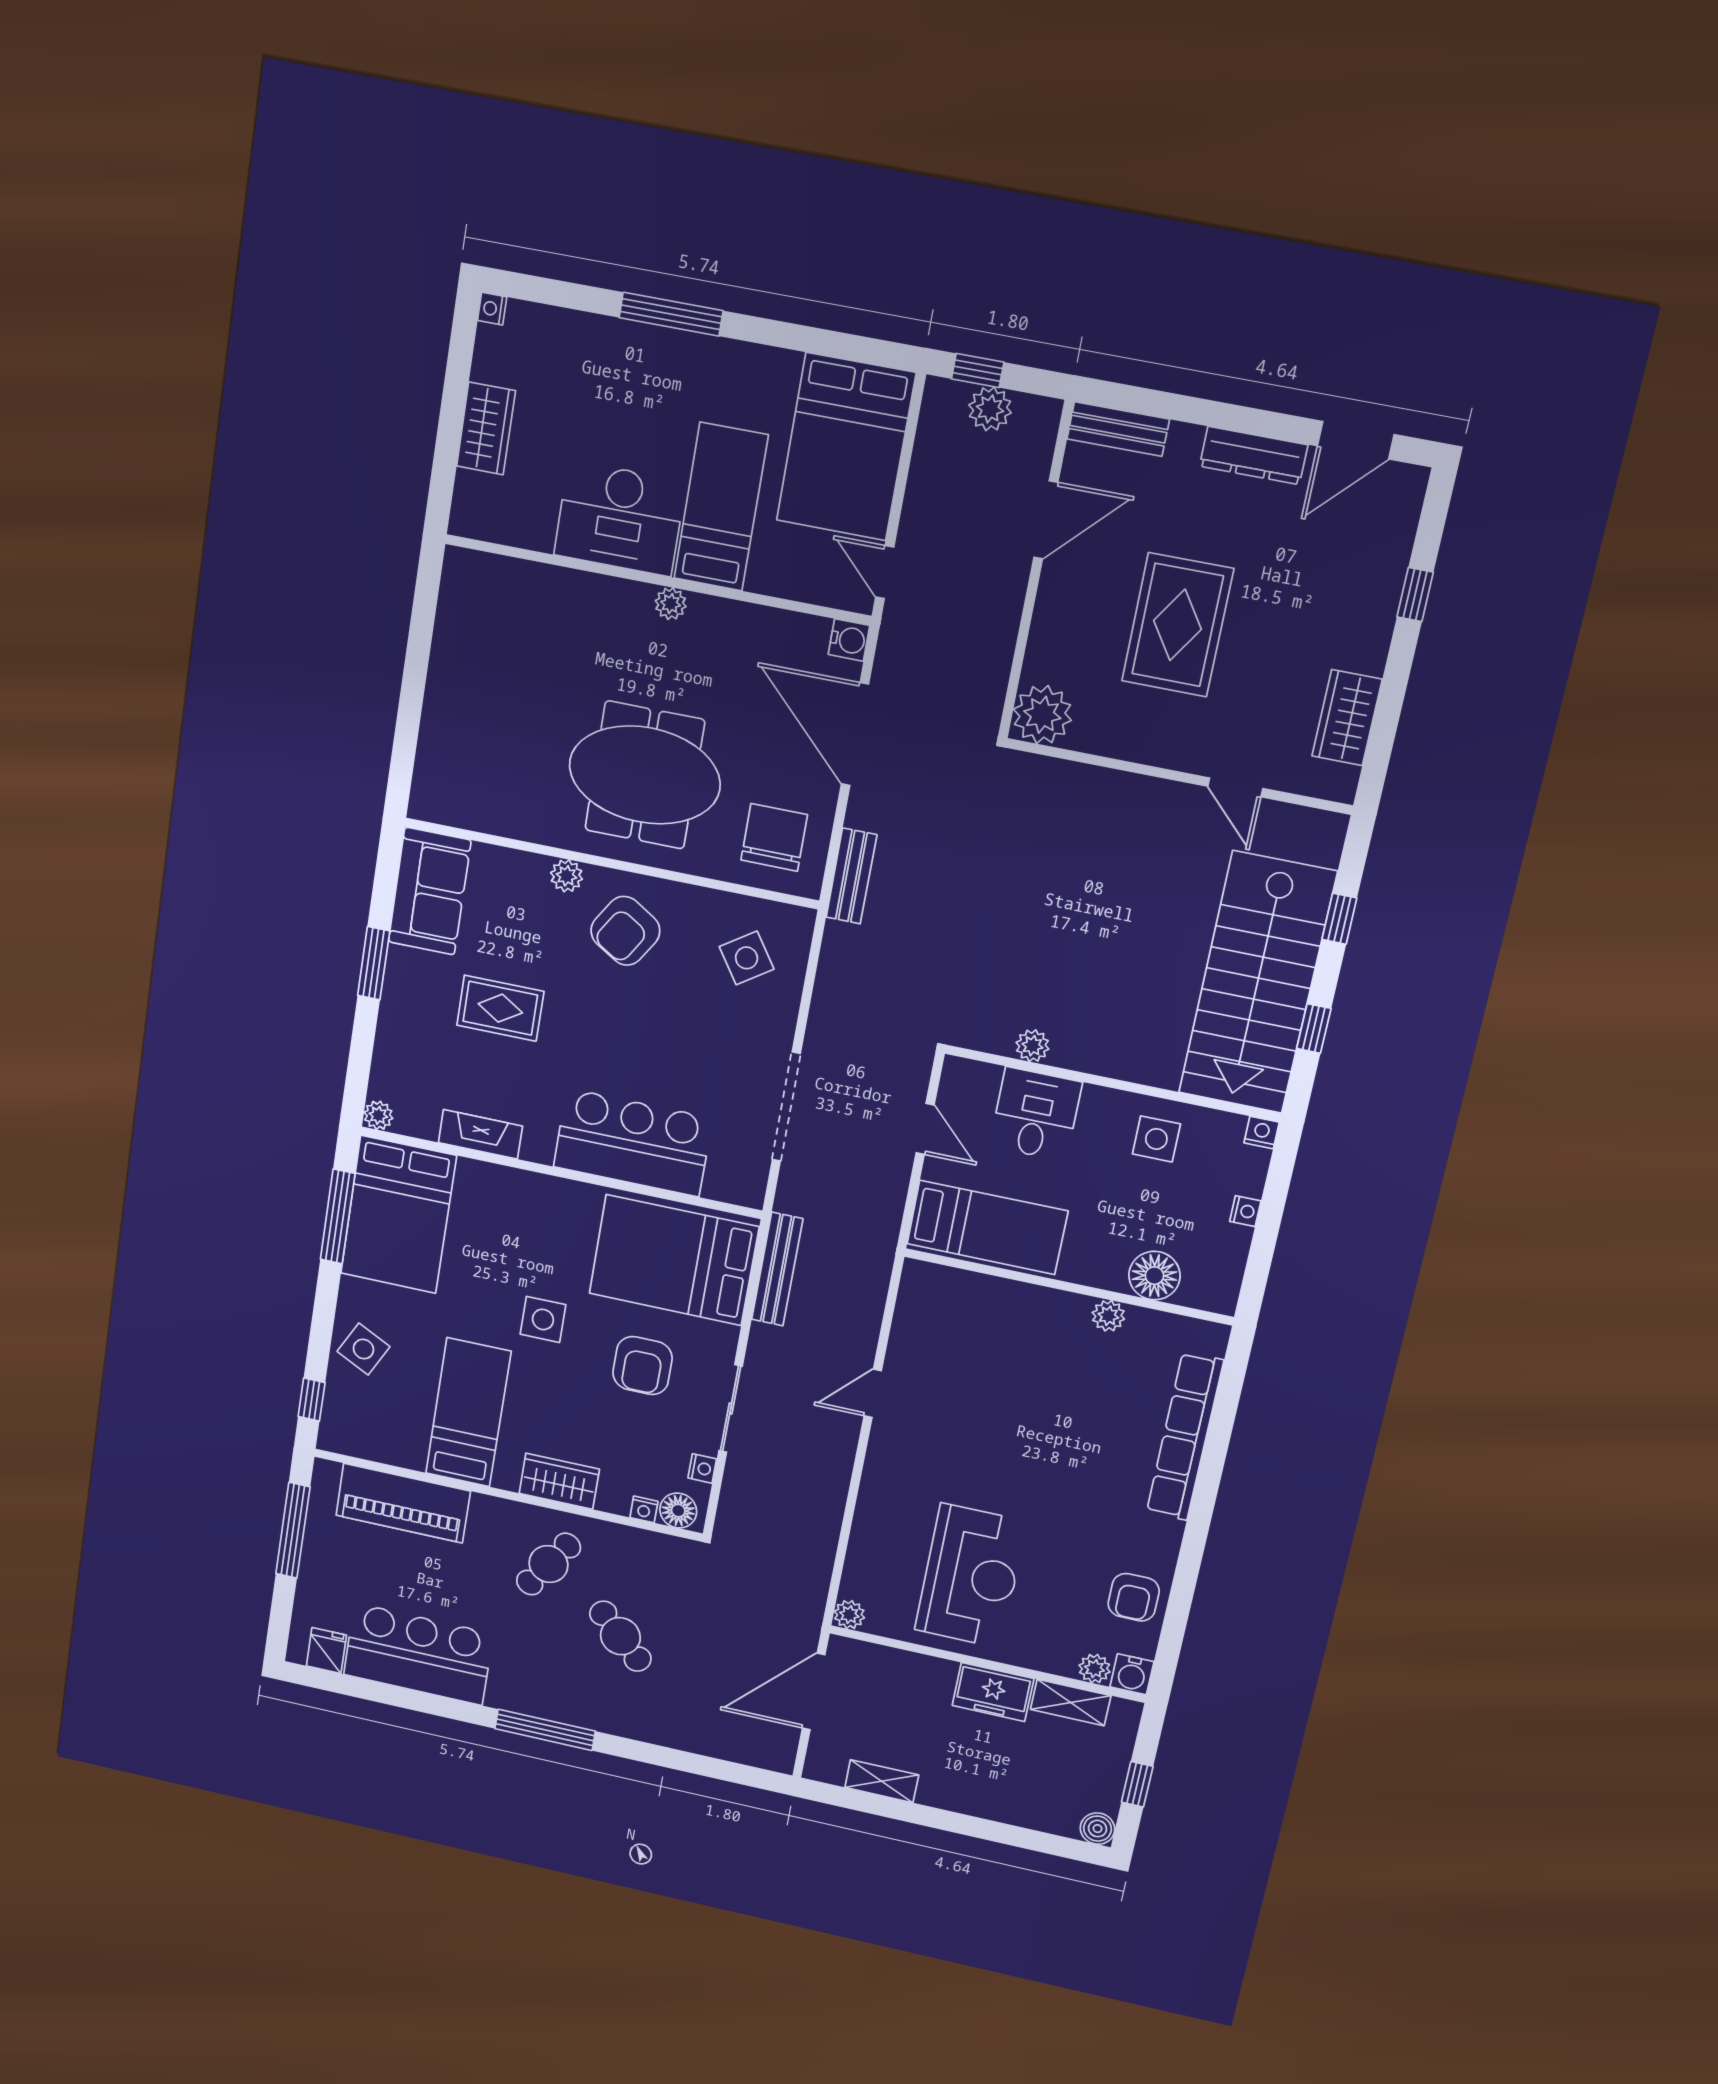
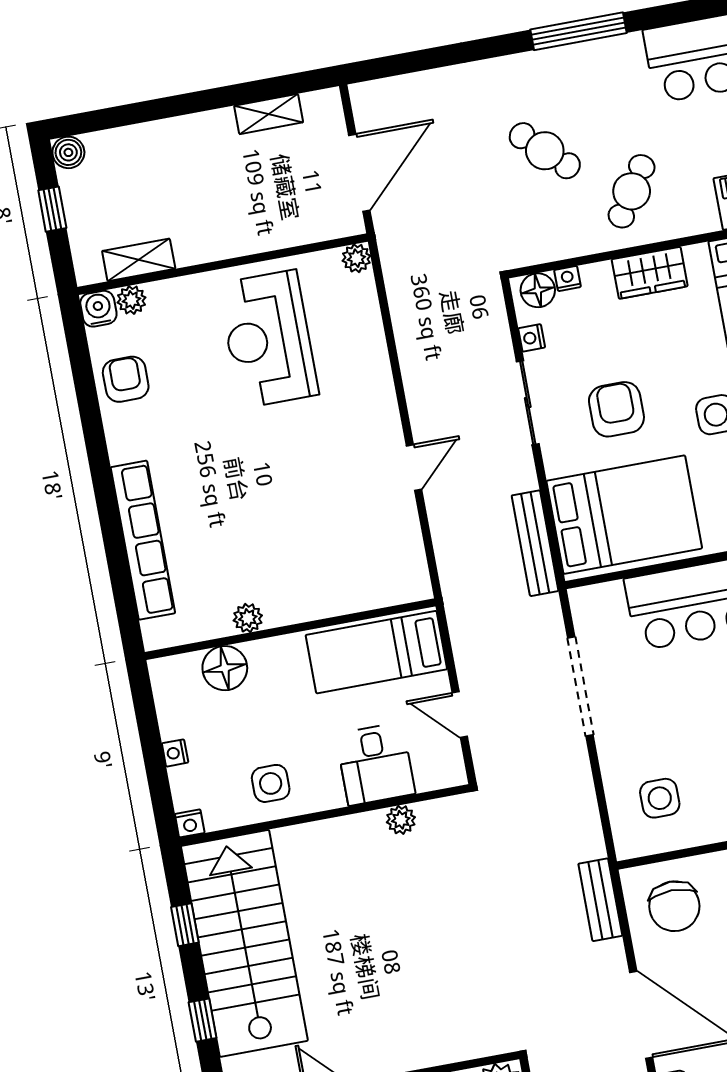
side table: (747, 958) -> (660, 798), turned 34
freezer: (993, 1692) -> (207, 240), removed

